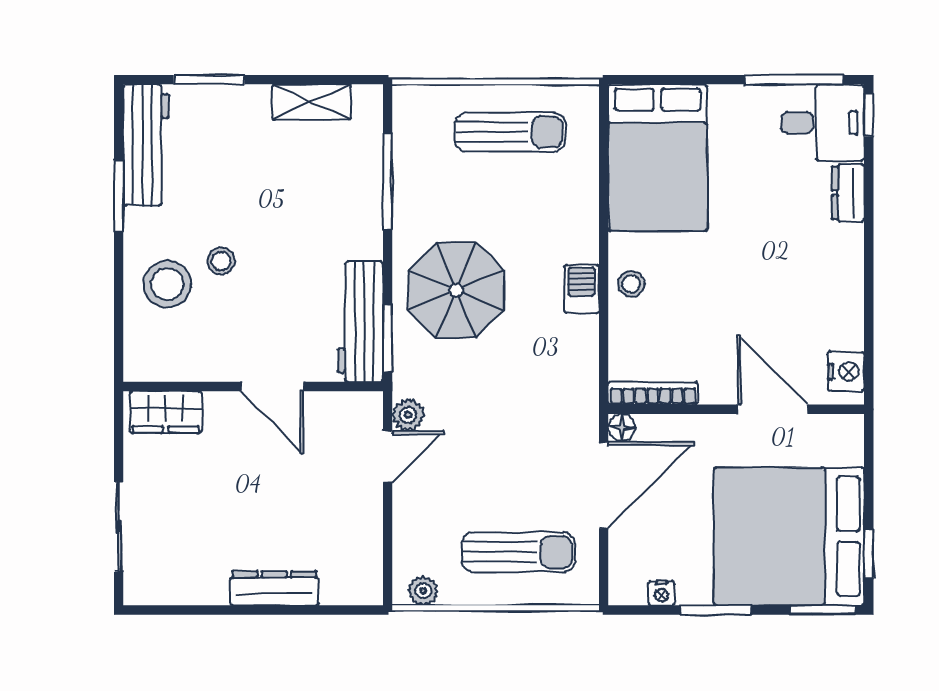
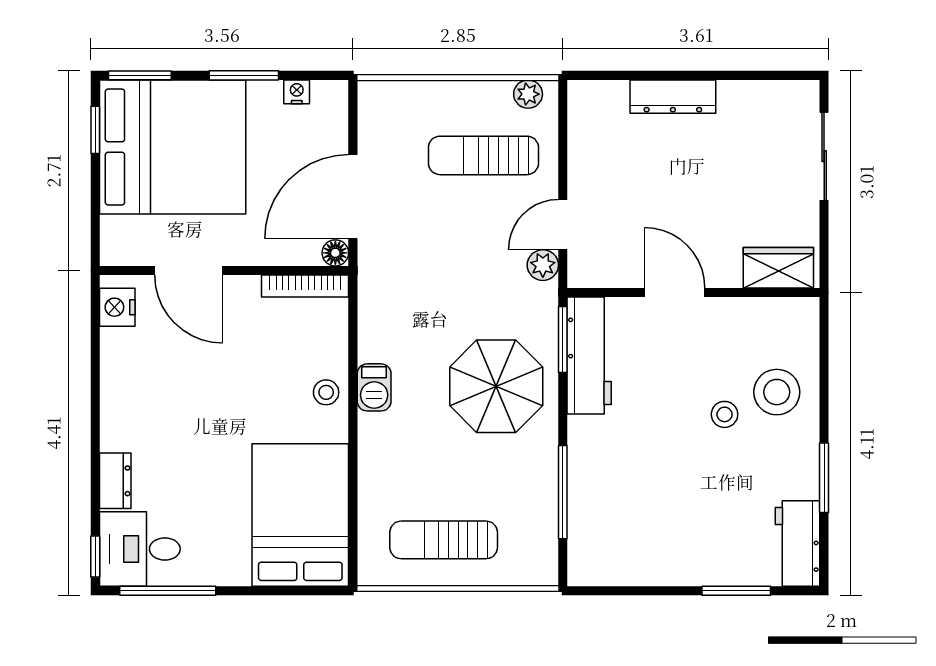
shelving: (312, 102) -> (637, 569), removed
workbench: (146, 145) -> (797, 543), width x0.73
sun lounger: (518, 552) -> (483, 155), moved

